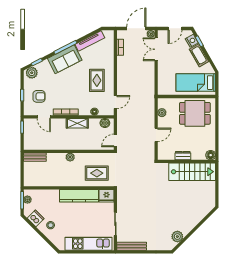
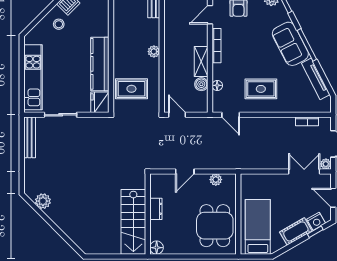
boiler: (105, 123) -> (201, 84), moved
door: (156, 135) -> (185, 171), hinge flipped
rug: (97, 173) -> (131, 89), turned 90

